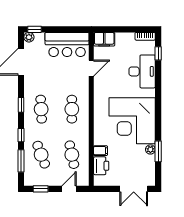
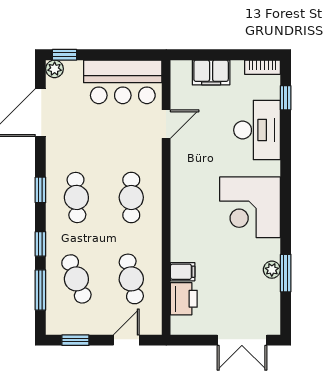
filing cabinet: (104, 39) -> (211, 73), moved
corner desk: (132, 121) -> (250, 207), width x0.74, depth x0.74

